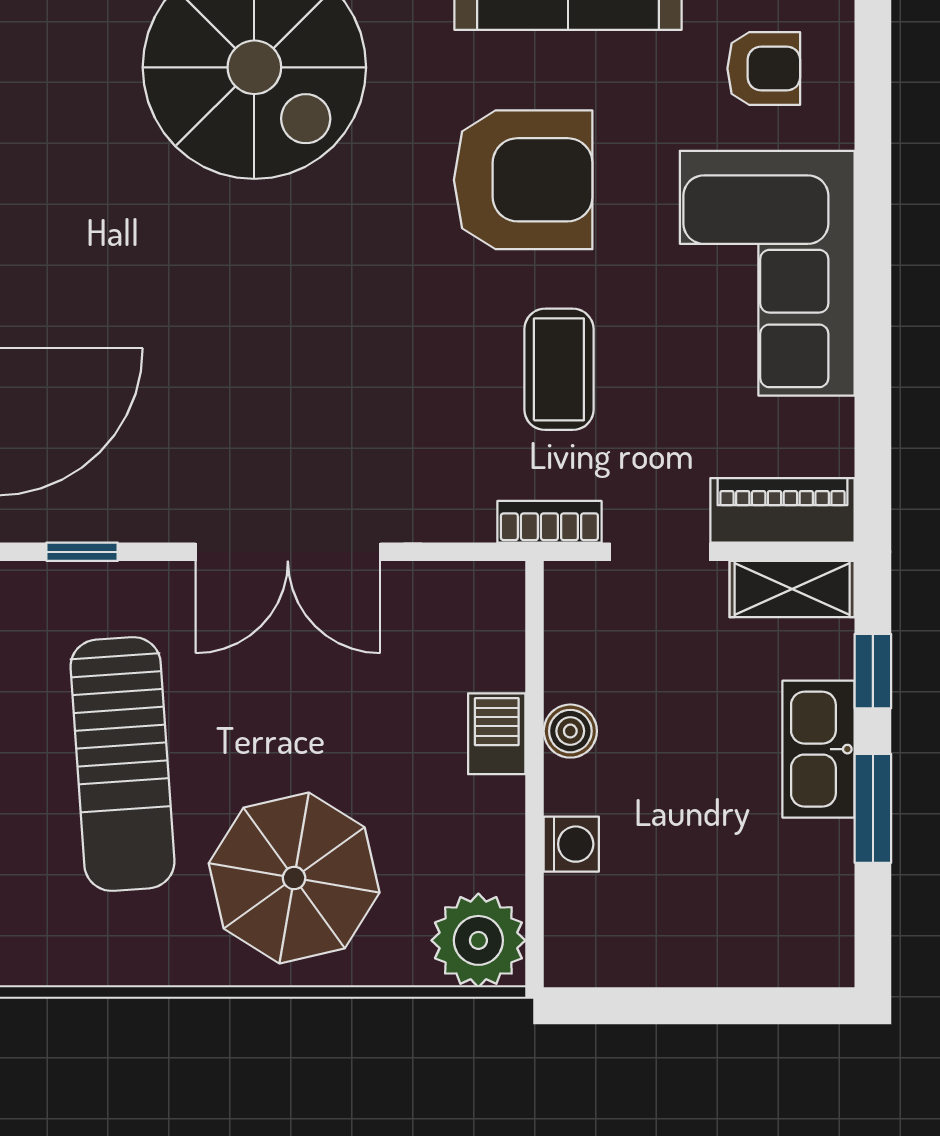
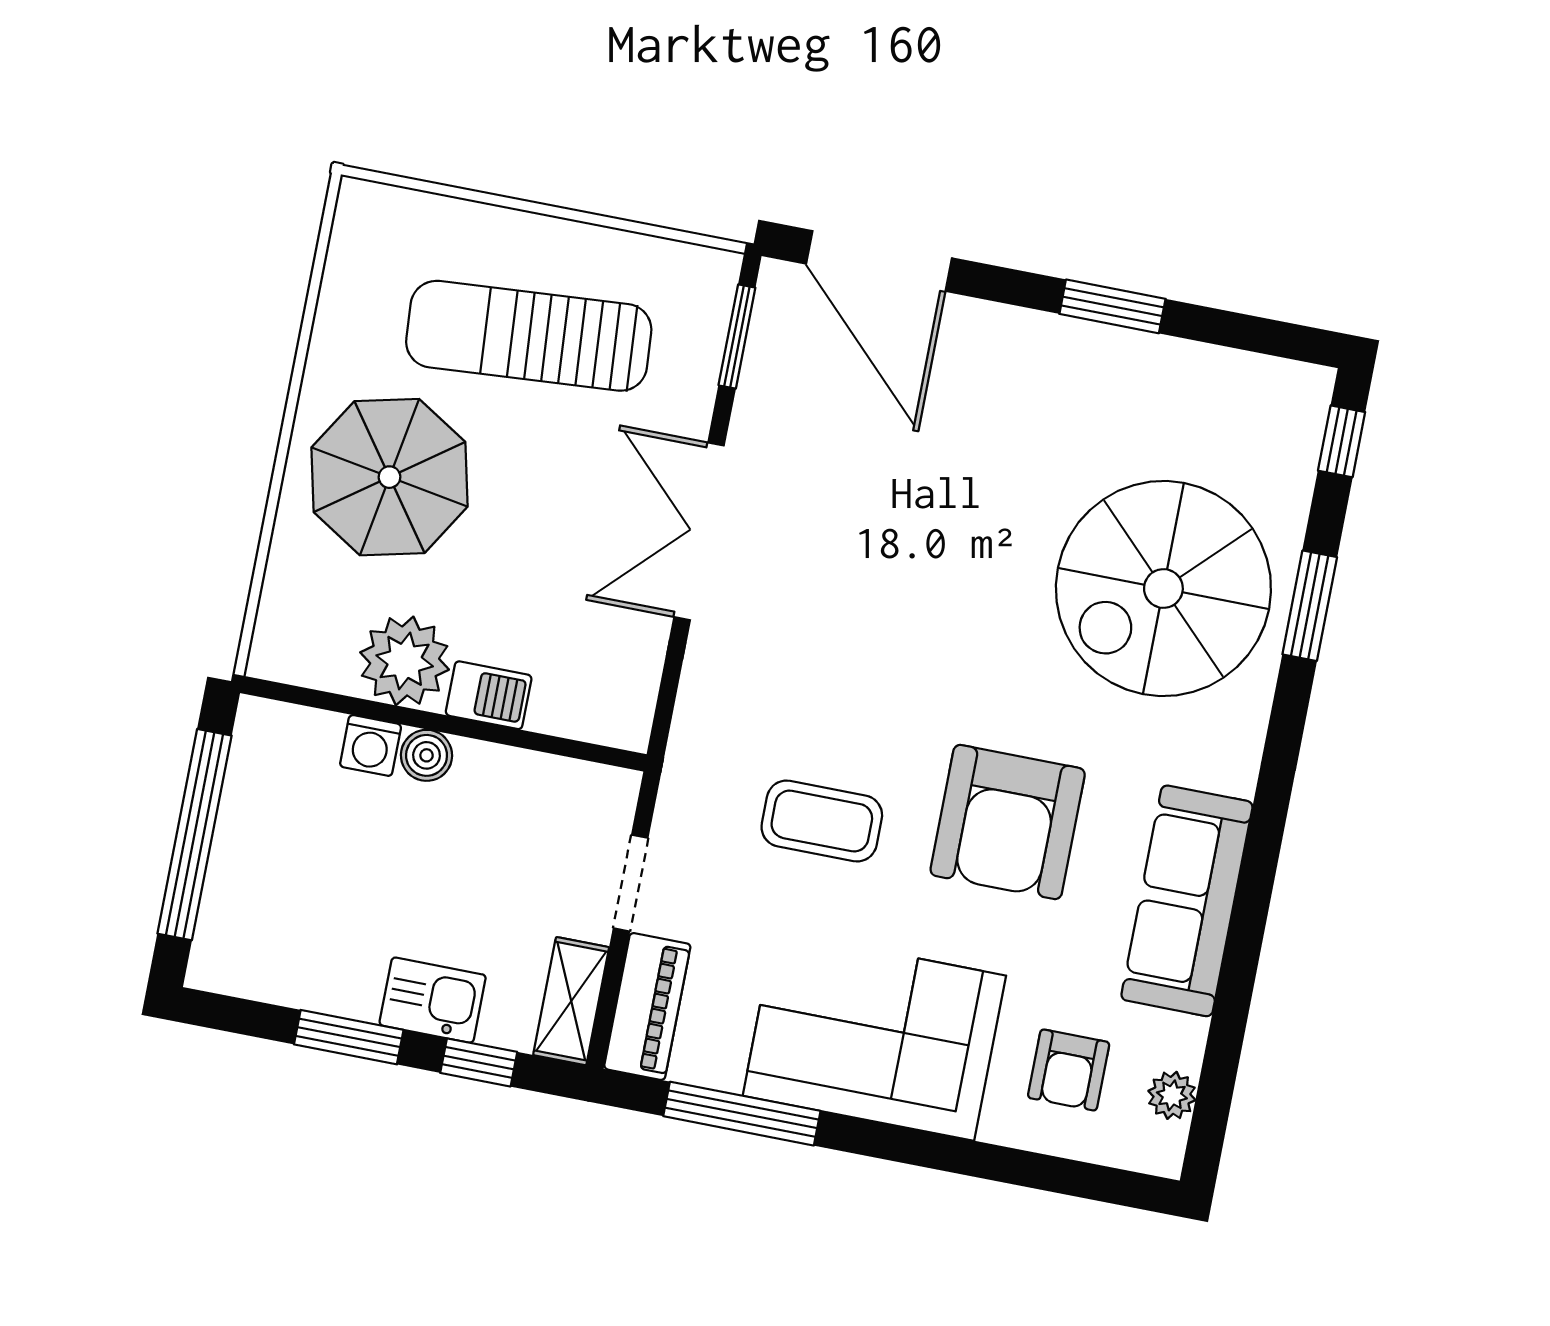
window: (873, 393) -> (742, 1114), added
bookcase: (549, 522) -> (679, 784), removed
window: (82, 552) -> (737, 336), width x1.50
boiler: (570, 731) -> (427, 755), moved
kitchen sink: (818, 749) -> (433, 1000), width x0.73
plant: (478, 940) -> (405, 661), moved
window: (697, 1006) -> (195, 835), added

